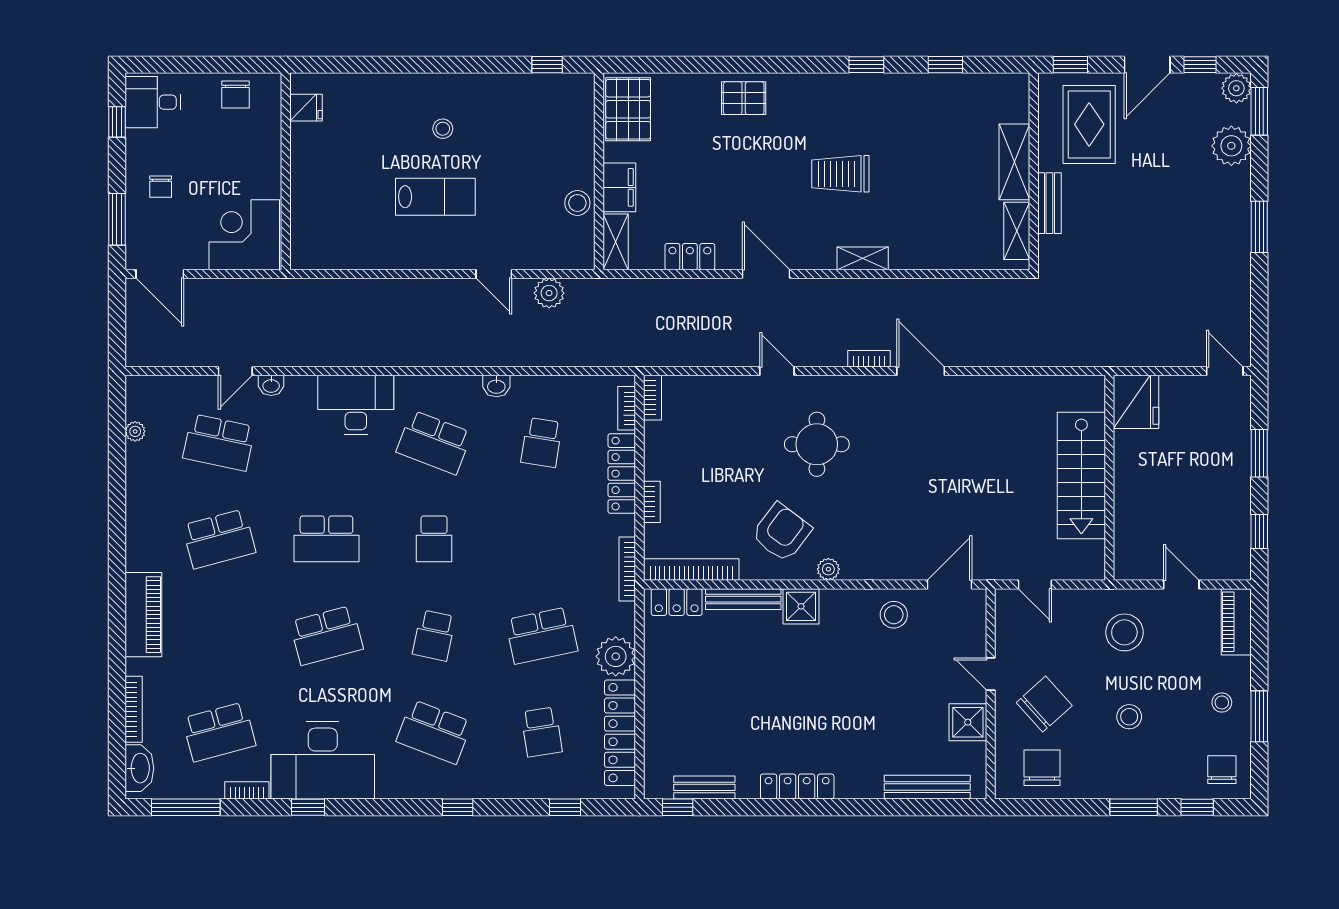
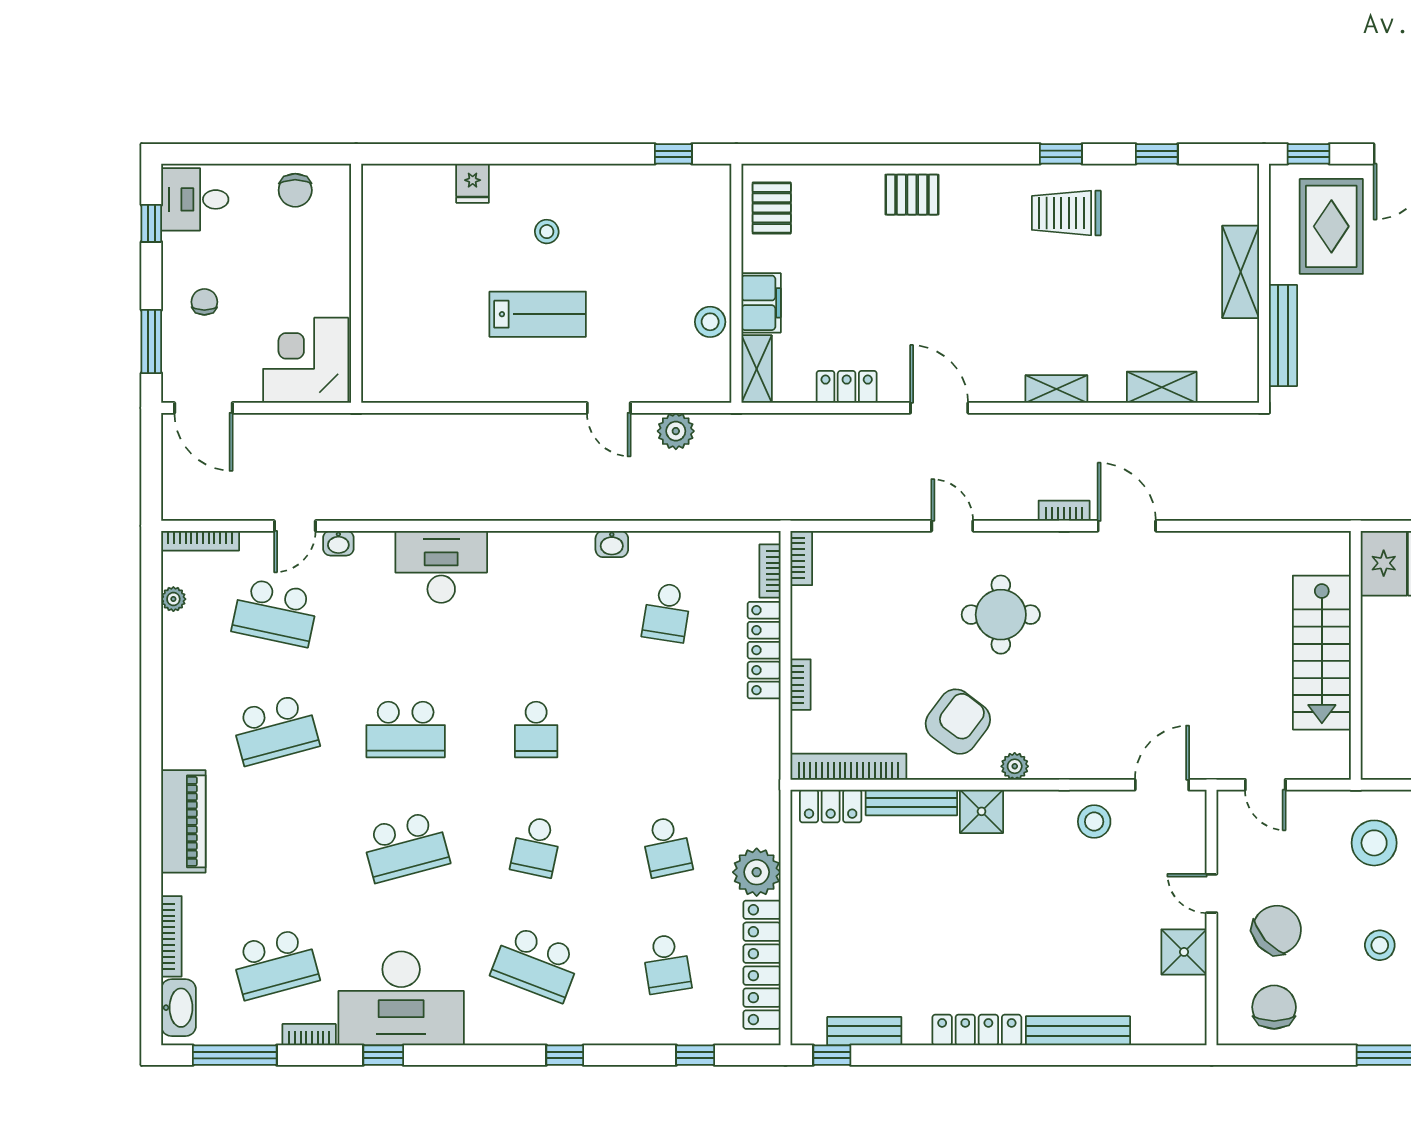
fridge: (306, 108) -> (473, 183), moved, turned 90
pallet: (628, 109) -> (772, 208), width x0.67, depth x0.71
trolley: (840, 174) -> (1066, 213), moved
chair: (161, 187) -> (204, 302), turned 180
bench: (1049, 203) -> (1283, 335), width x1.36
shelving: (1017, 231) -> (1162, 387), moved, turned 90
school desk: (434, 442) -> (536, 612), removed
bookcase: (627, 569) -> (200, 541), moved, turned -90
school desk: (542, 635) -> (667, 847), width x0.54
bench: (927, 787) -> (1078, 1031), moved

